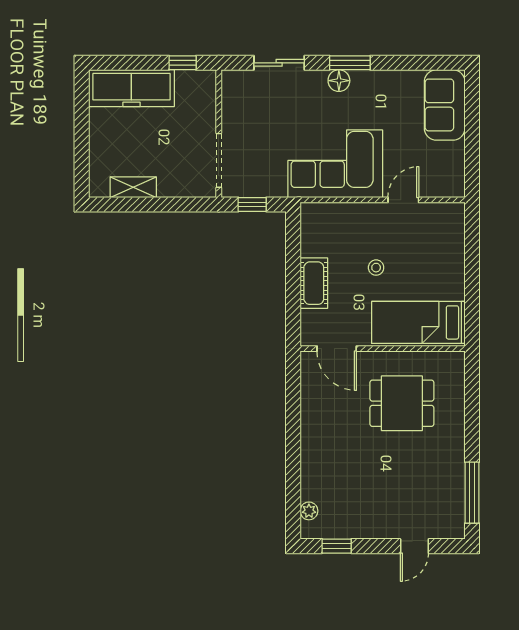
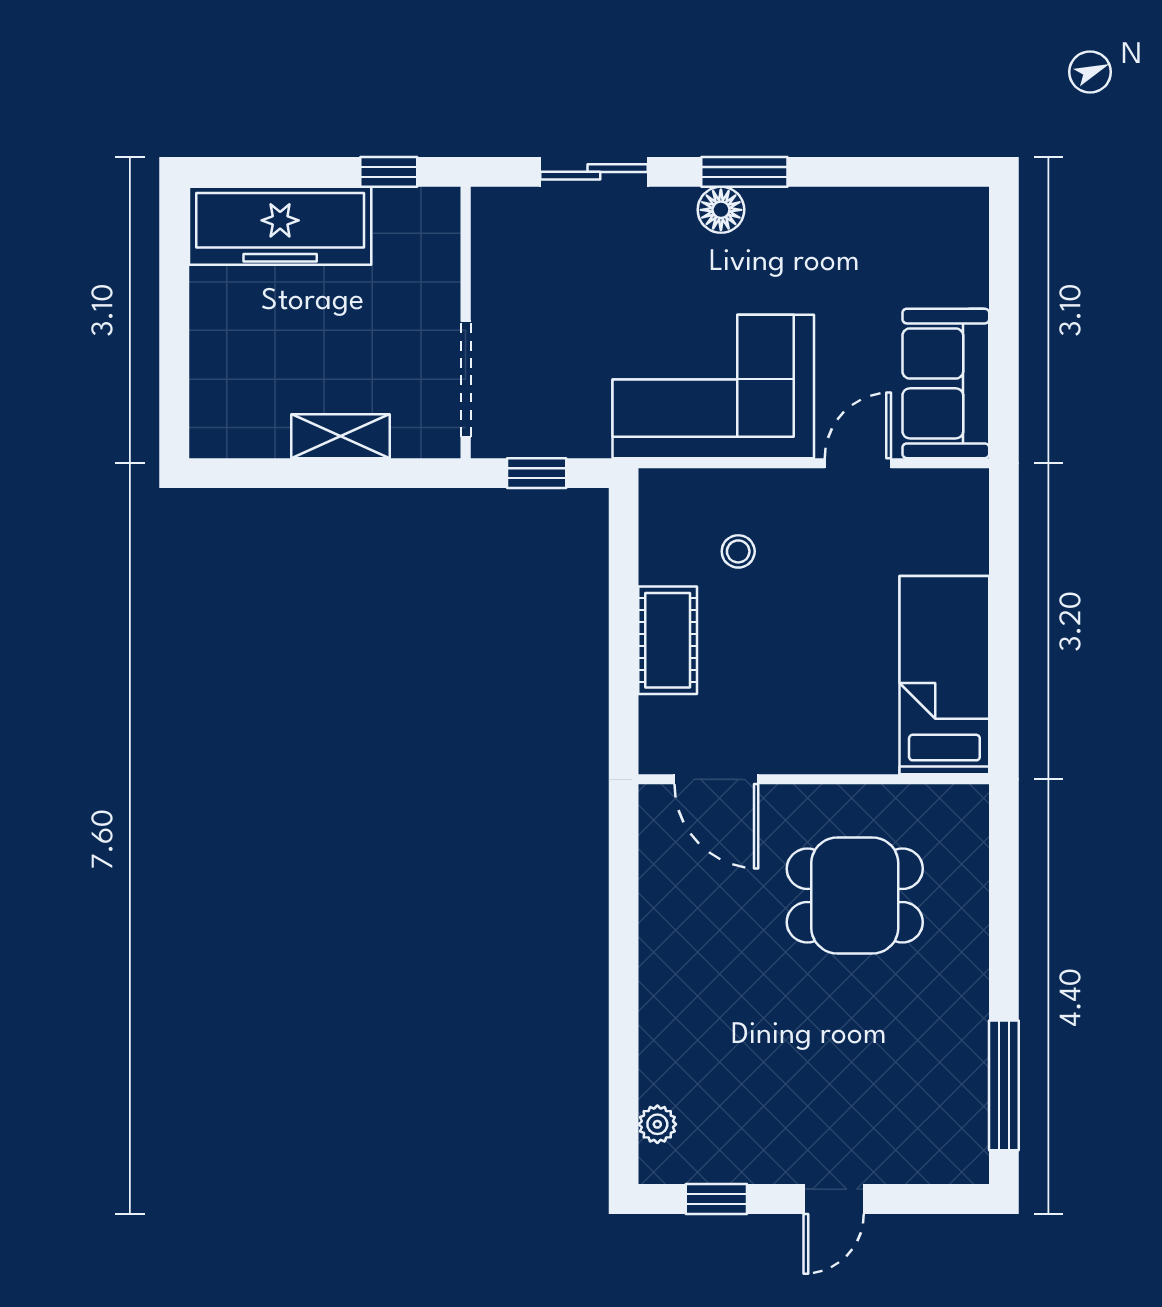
sofa: (445, 105) -> (946, 383), moved
shelving: (133, 187) -> (340, 436), moved
stool: (376, 268) -> (738, 551), moved
bed: (418, 322) -> (944, 675), moved, turned 90
door: (414, 546) -> (834, 1199), moved

